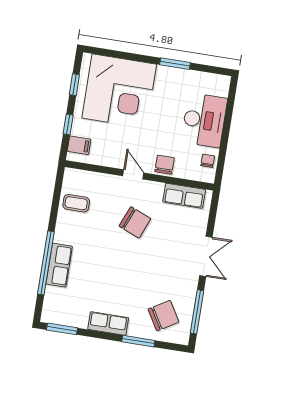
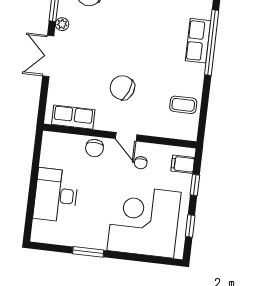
chair: (208, 161) -> (141, 163), moved
plant: (191, 287) -> (62, 24), added

